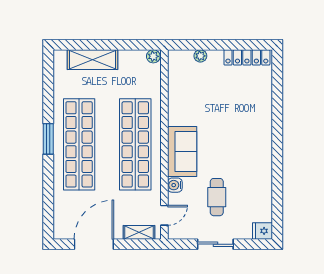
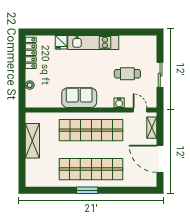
plant: (153, 56) -> (30, 118), removed
shelving: (93, 60) -> (32, 141), moved
kitchen unit: (262, 148) -> (93, 42), added
sofa: (182, 152) -> (79, 98), moved
fridge: (262, 231) -> (61, 42), moved

